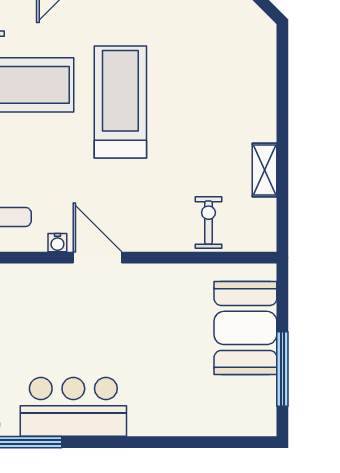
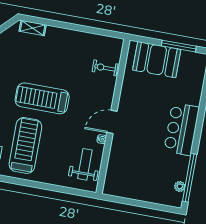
shelving: (265, 170) -> (33, 28), moved
bar counter: (73, 407) -> (182, 129), moved

